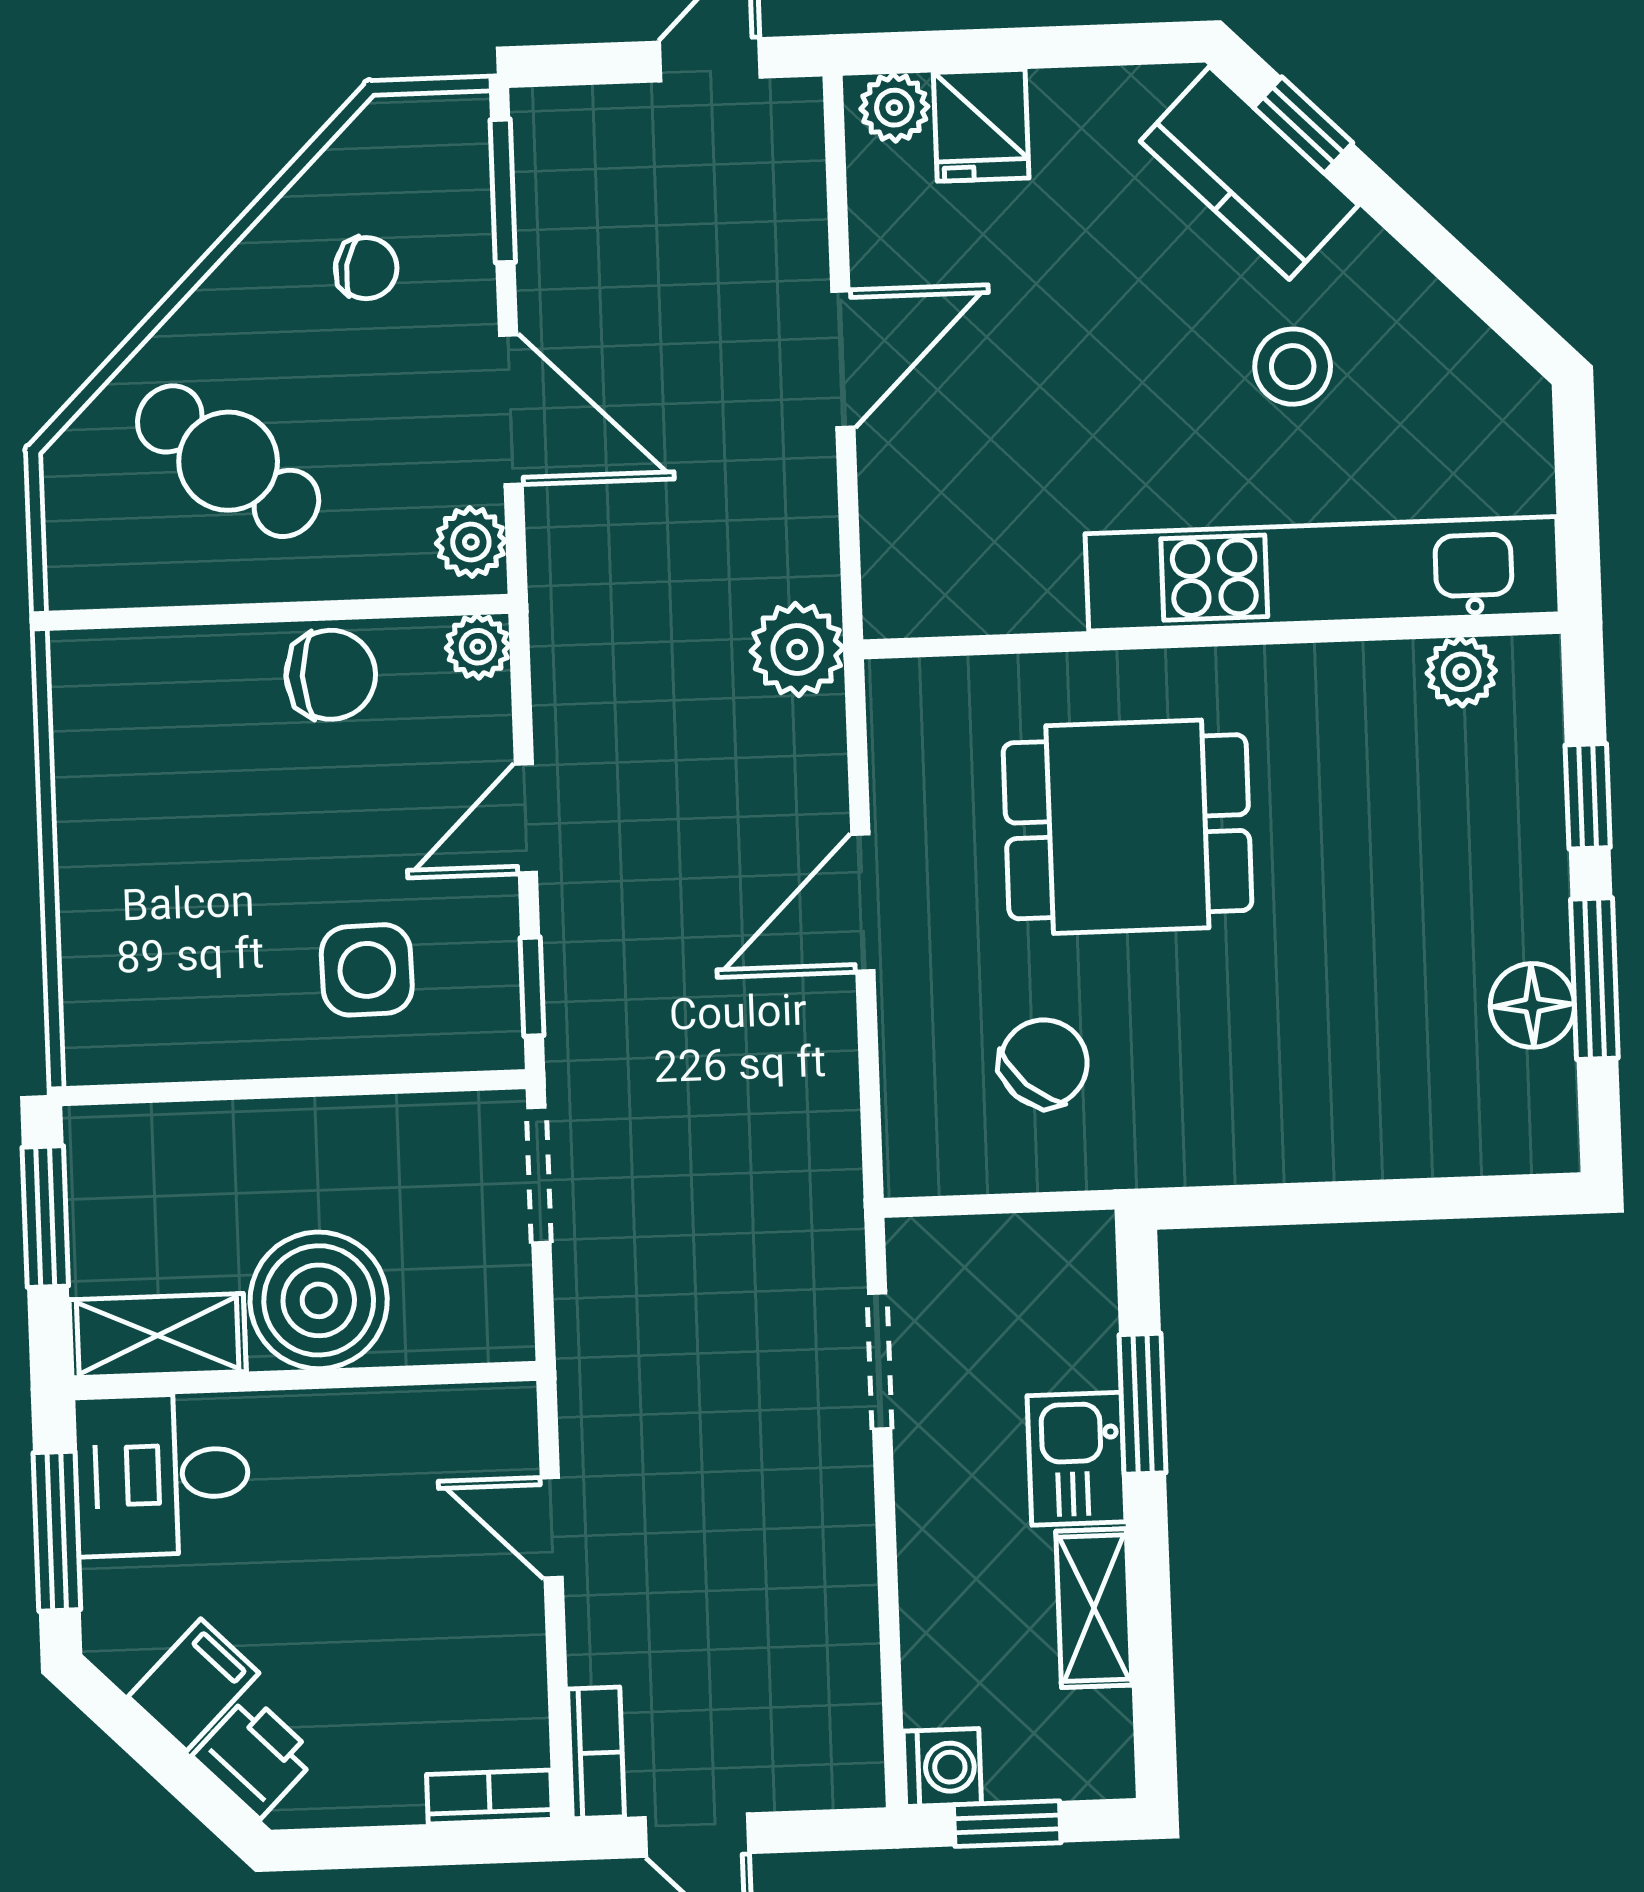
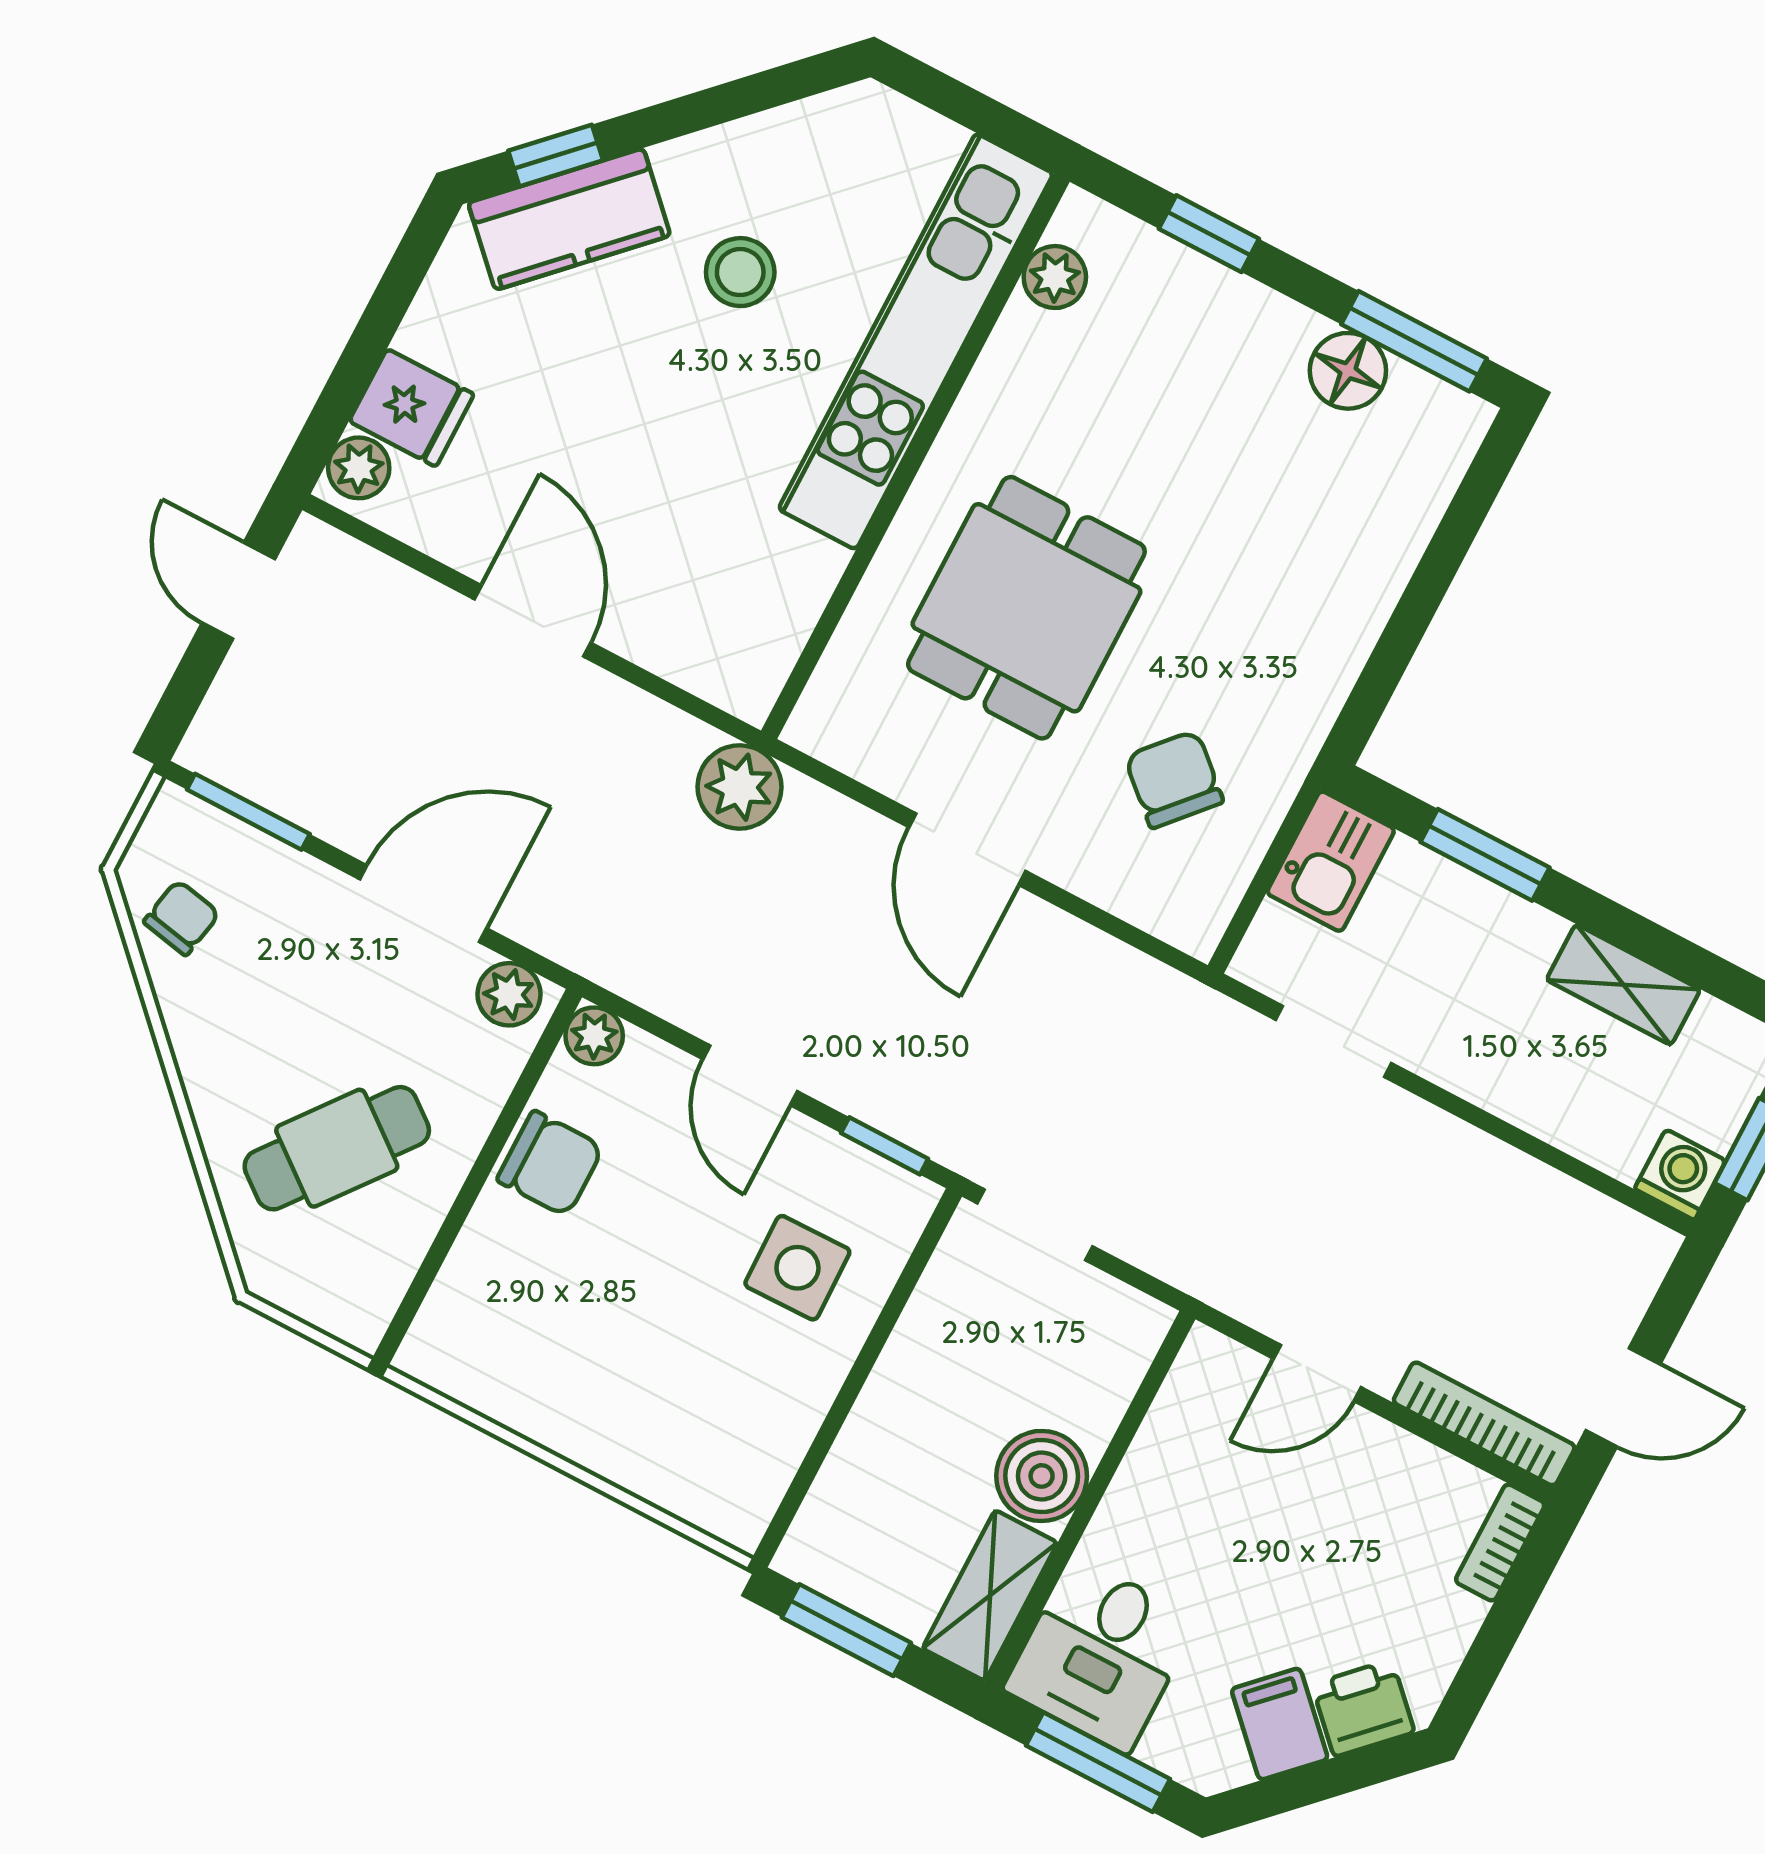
chair: (366, 268) -> (182, 918), moved
chair: (331, 675) -> (550, 1164), turned 90
window: (1594, 979) -> (1414, 341), moved
boiler: (319, 1300) -> (1042, 1476), width x0.73, depth x0.73
kitchen sink: (1077, 1459) -> (1331, 861), moved, turned -90
bookcase: (596, 1753) -> (1484, 1424), width x1.56

